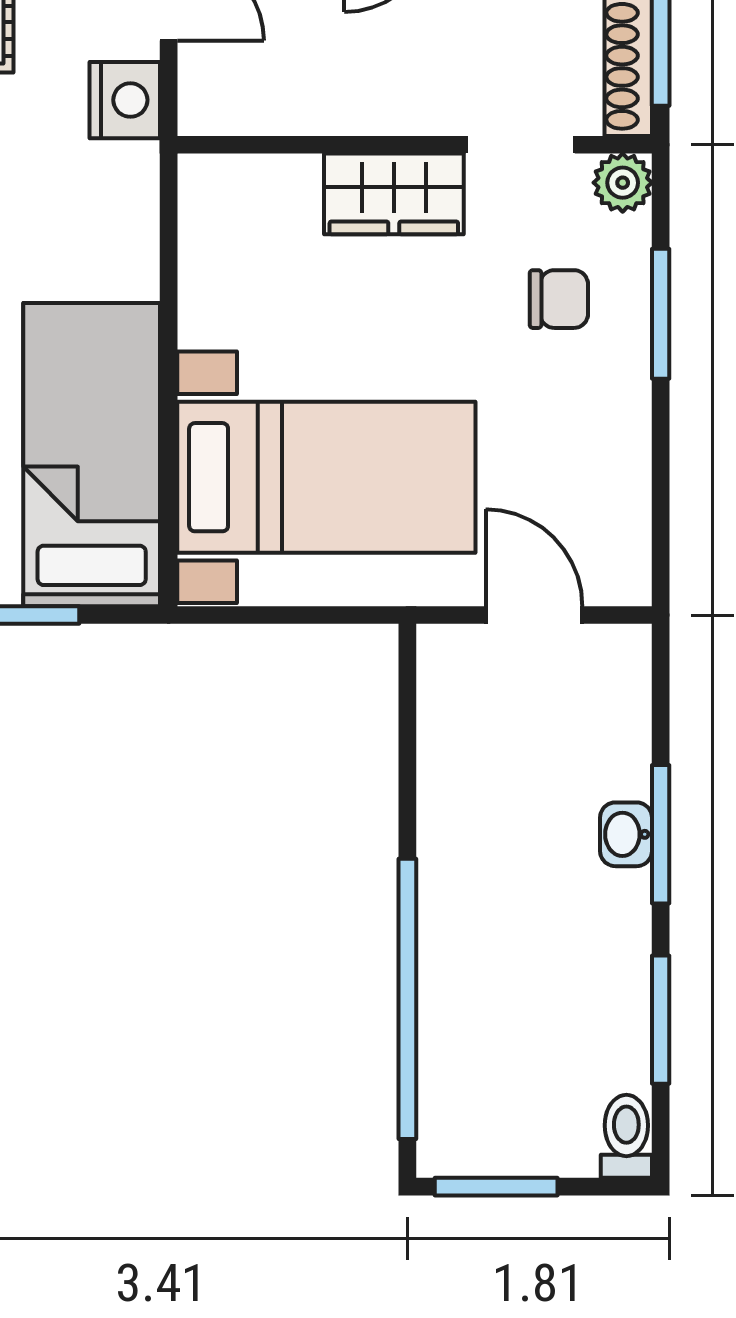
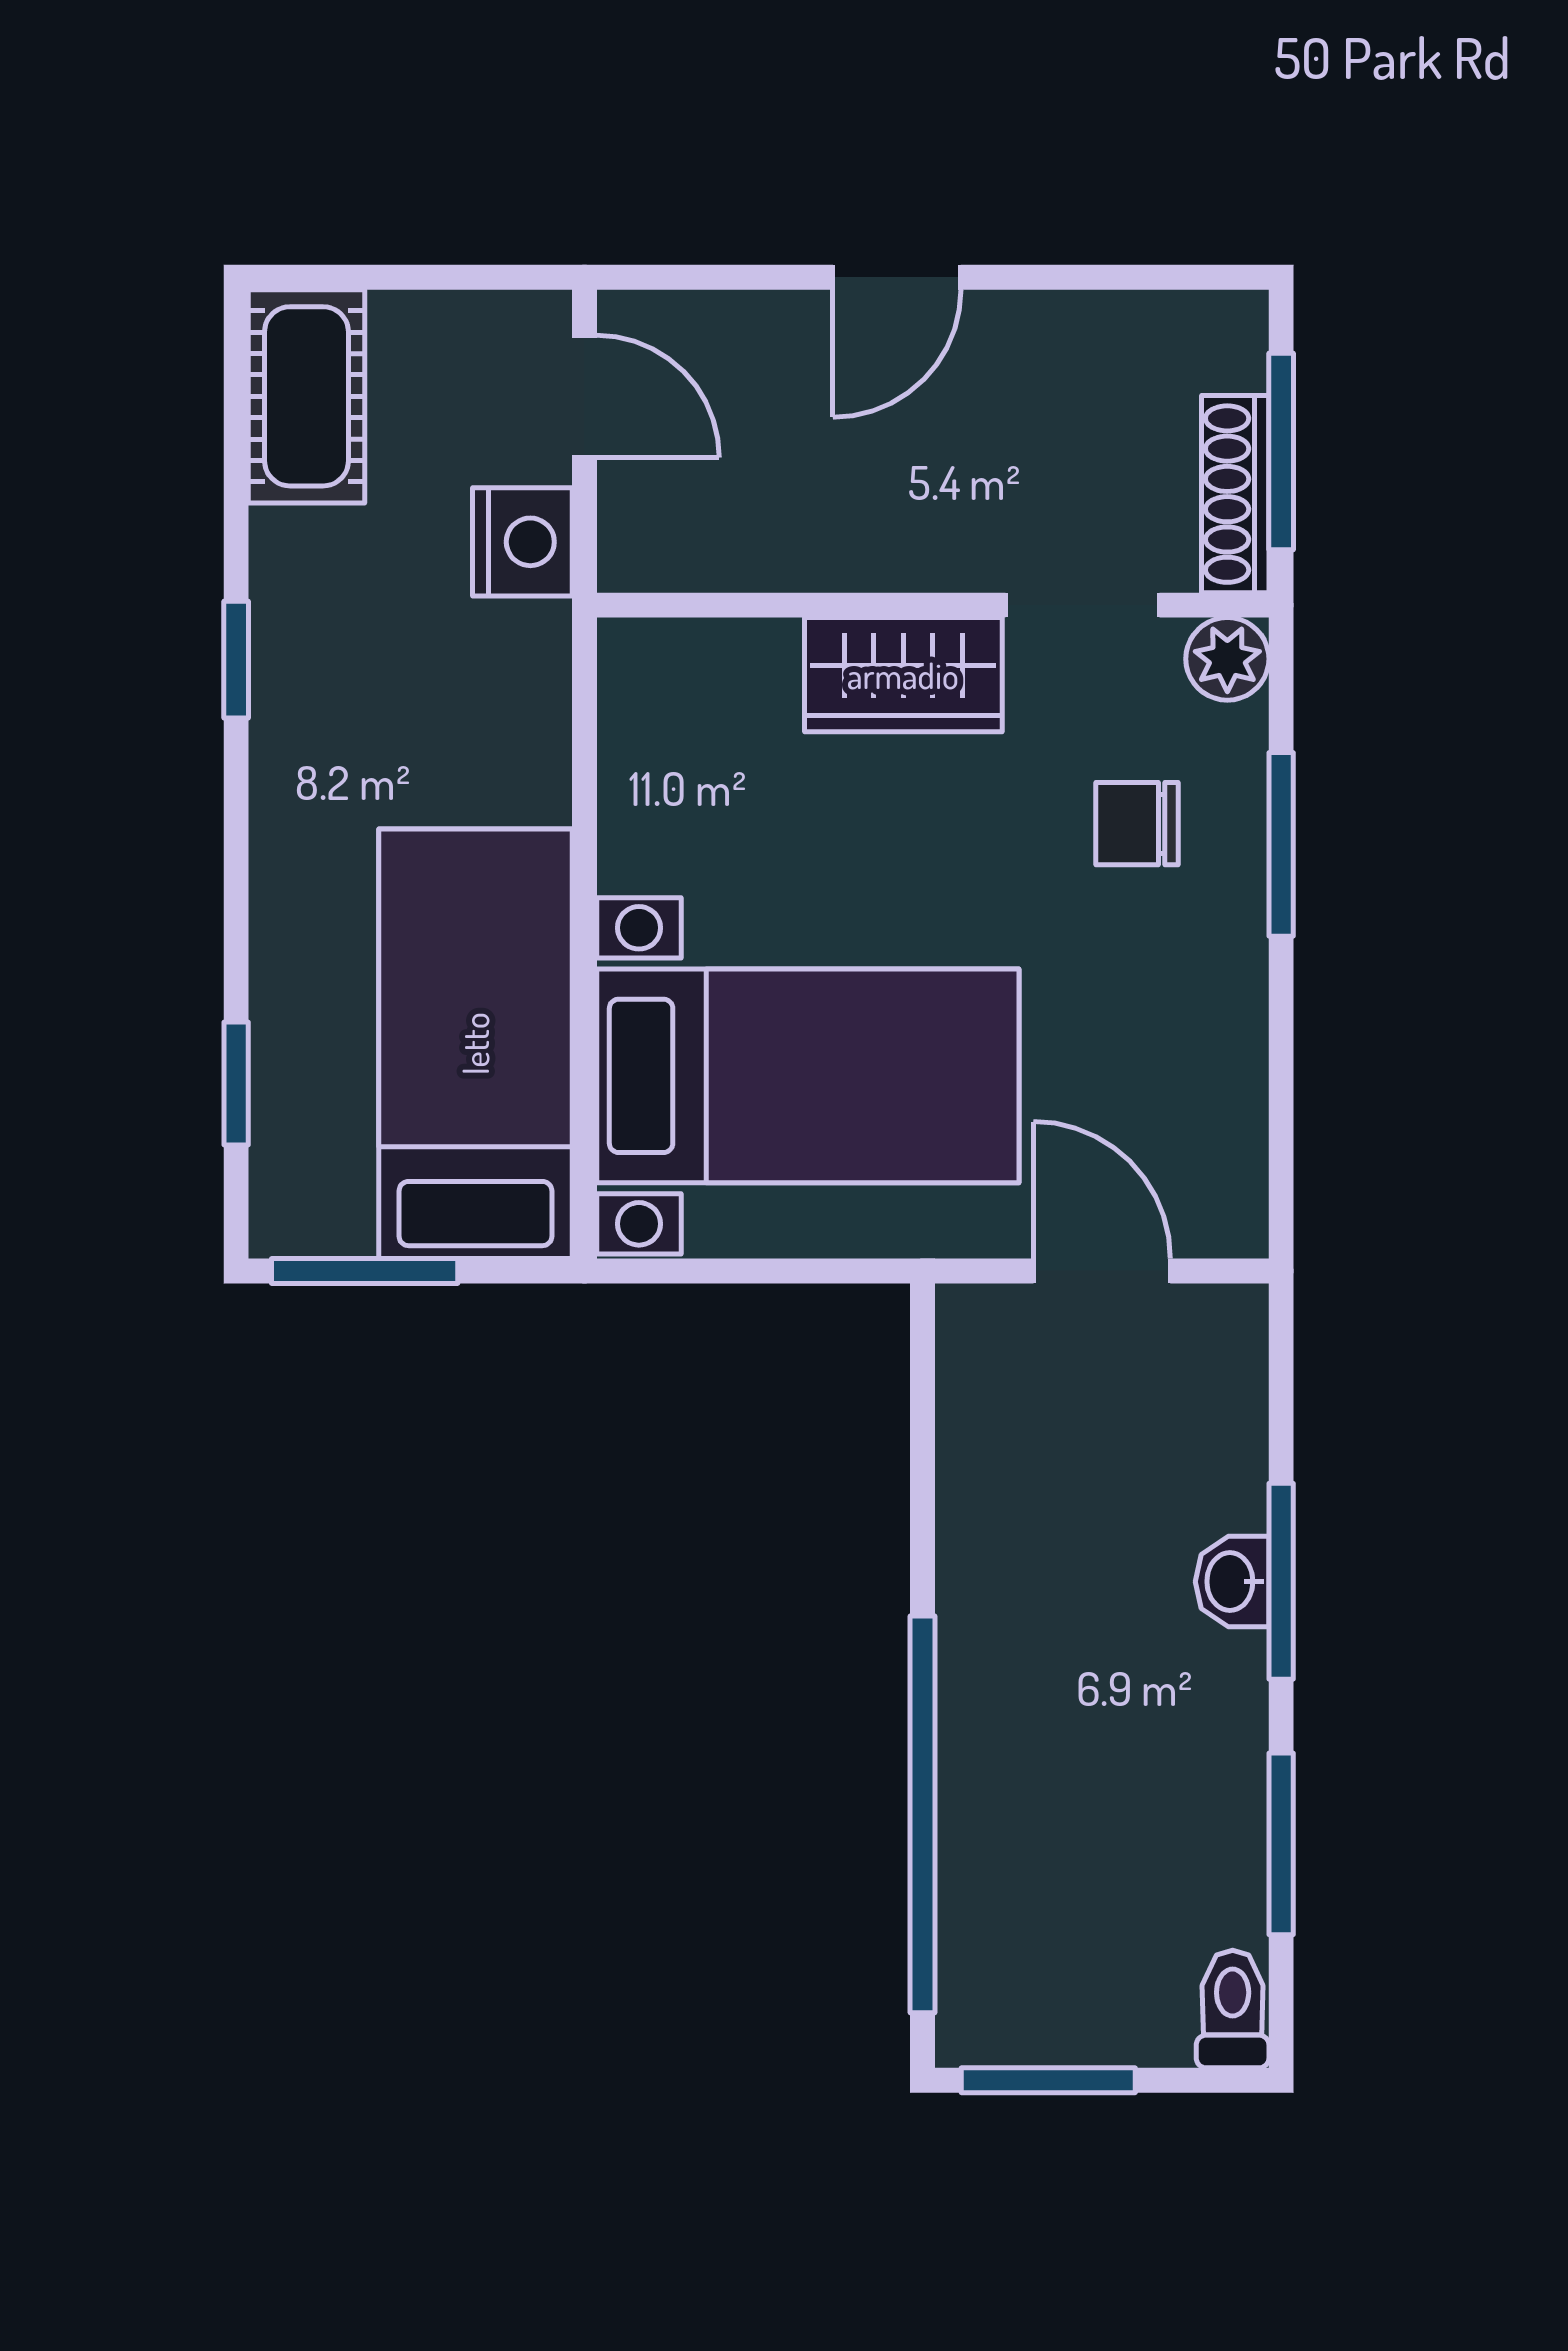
chair: (559, 299) -> (1137, 824), turned 180

